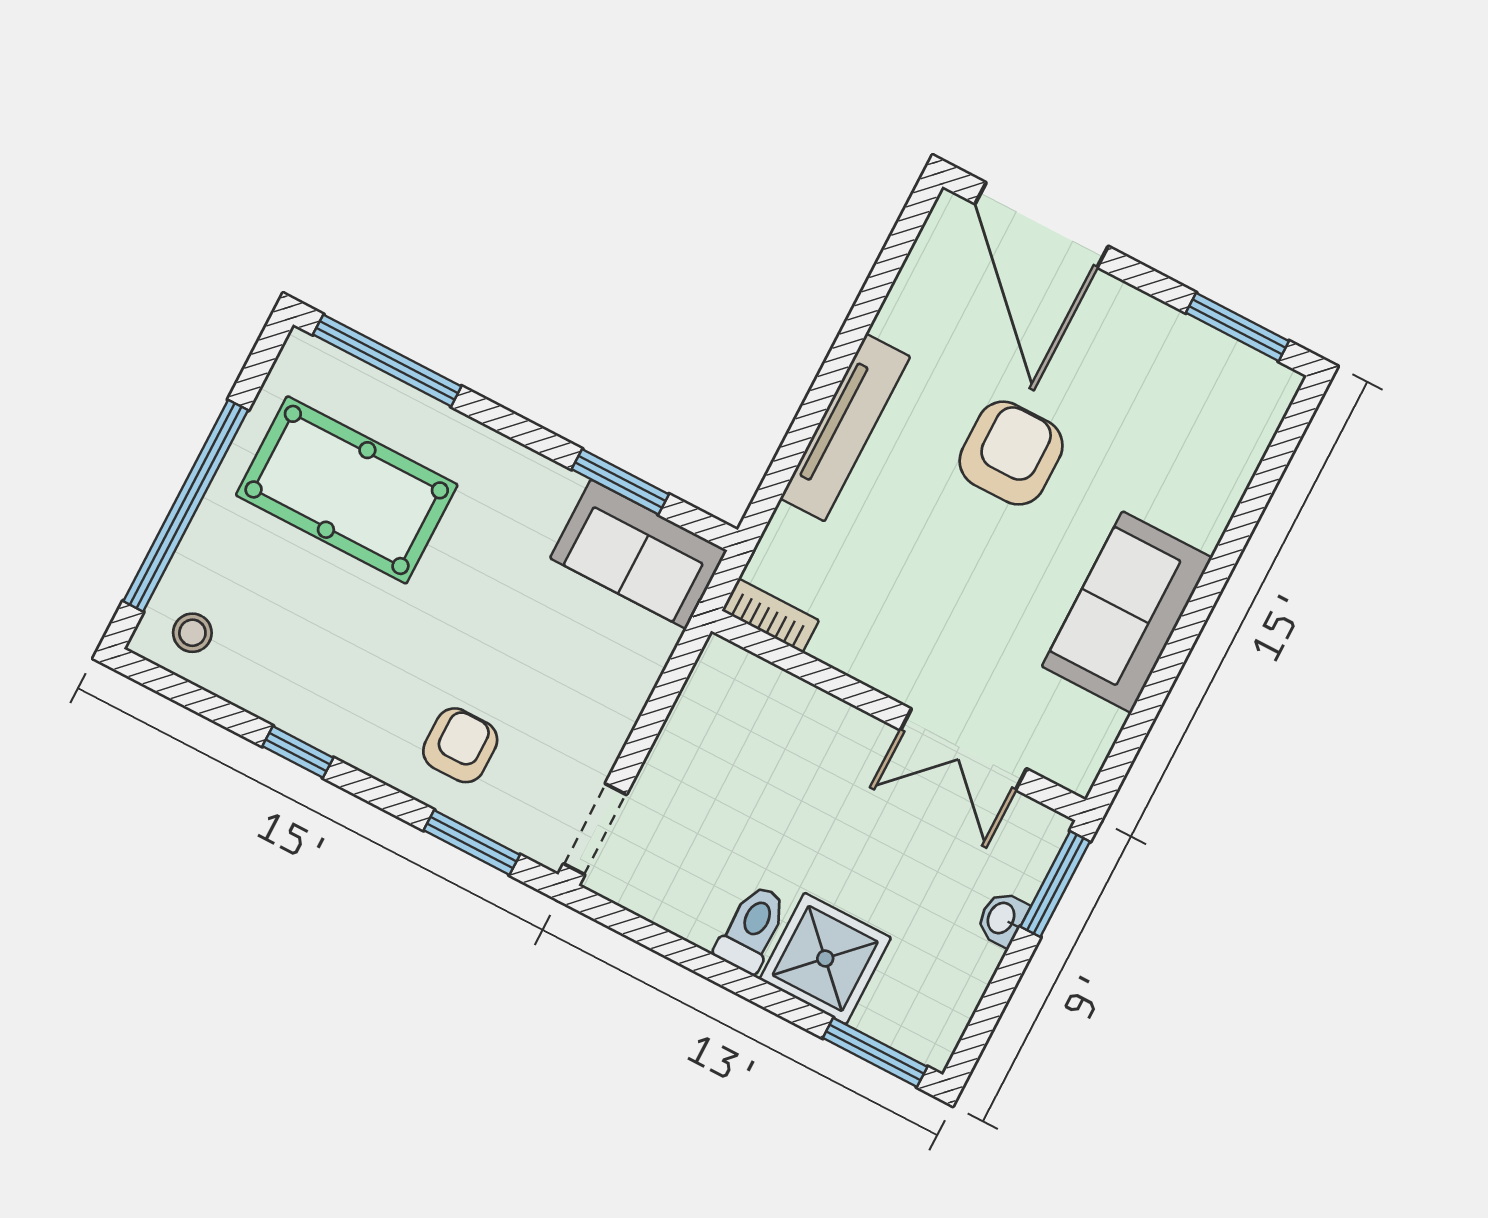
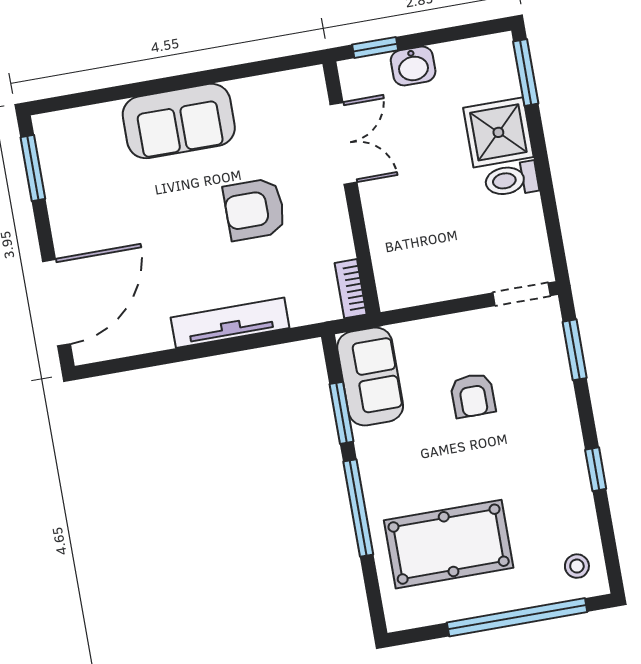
window: (387, 360) -> (358, 508), moved
armchair: (1011, 453) -> (254, 209), moved
pool table: (347, 490) -> (449, 544), turned 90
sofa: (1127, 612) -> (179, 121), moved
armchair: (460, 745) -> (473, 395), moved, turned -90
window: (1055, 884) -> (375, 47), width x0.67
washbasin: (1002, 919) -> (413, 66), width x1.38, depth x1.45

